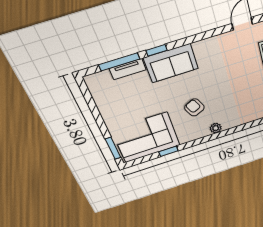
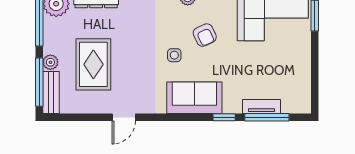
sofa: (171, 63) -> (194, 98), moved
side table: (214, 86) -> (174, 55), added

